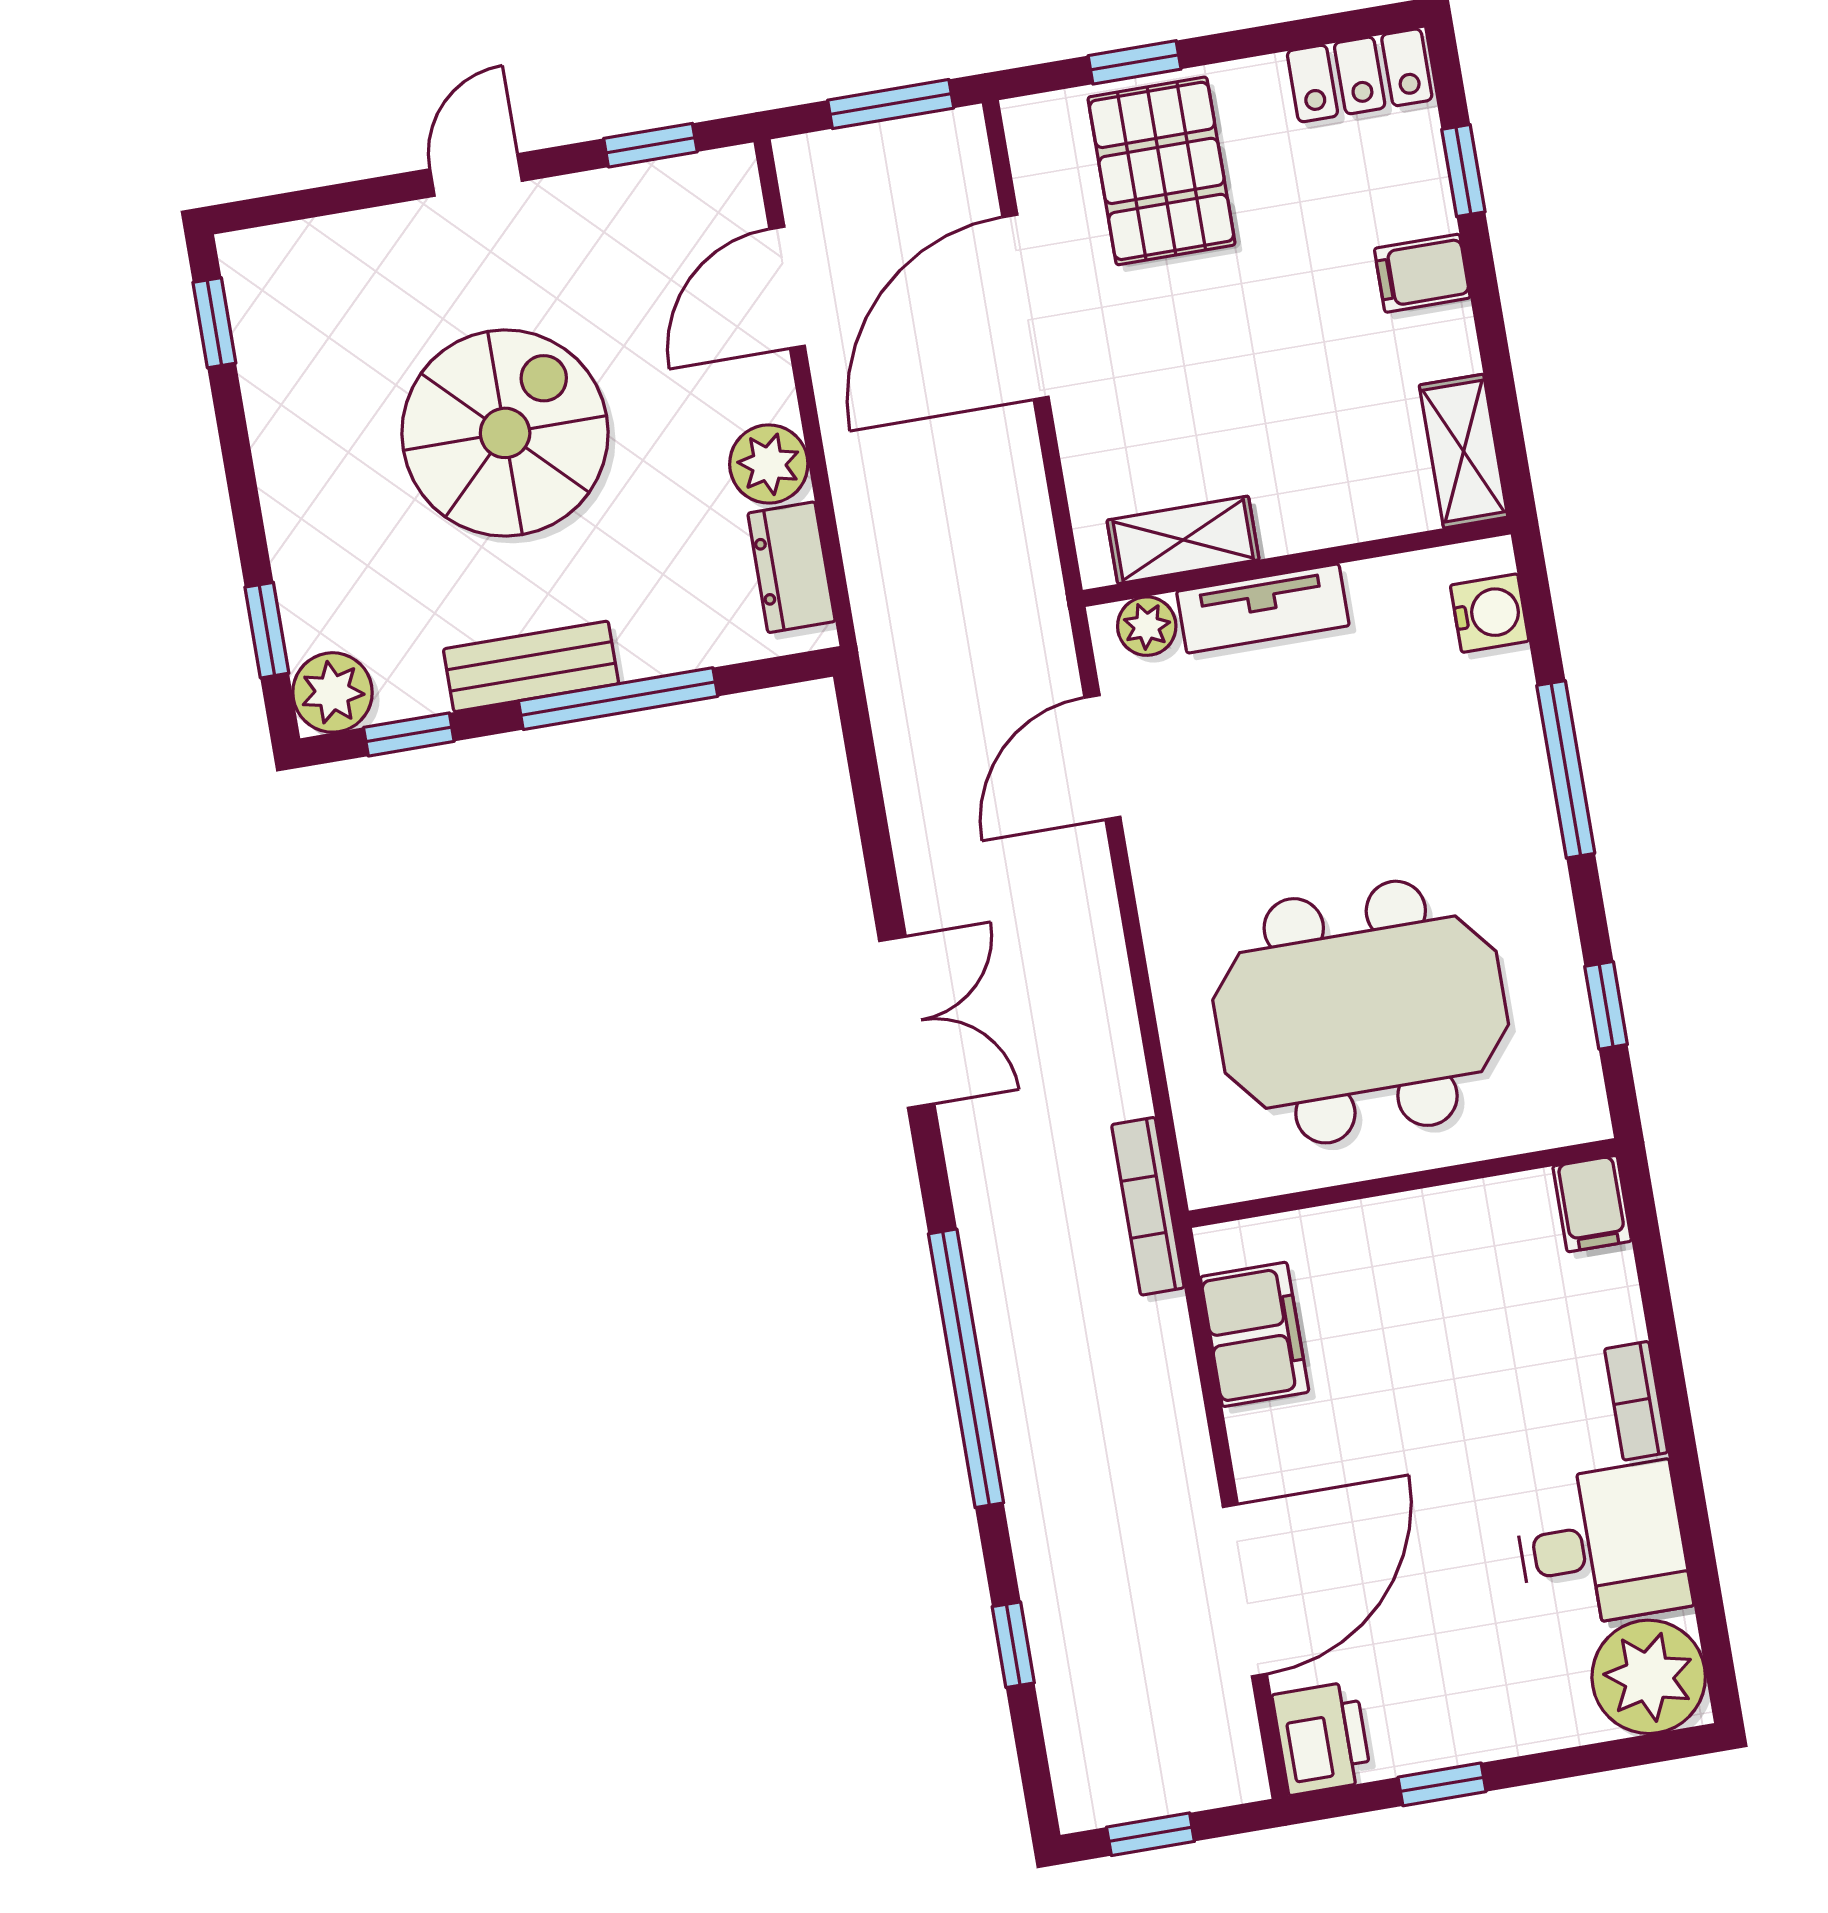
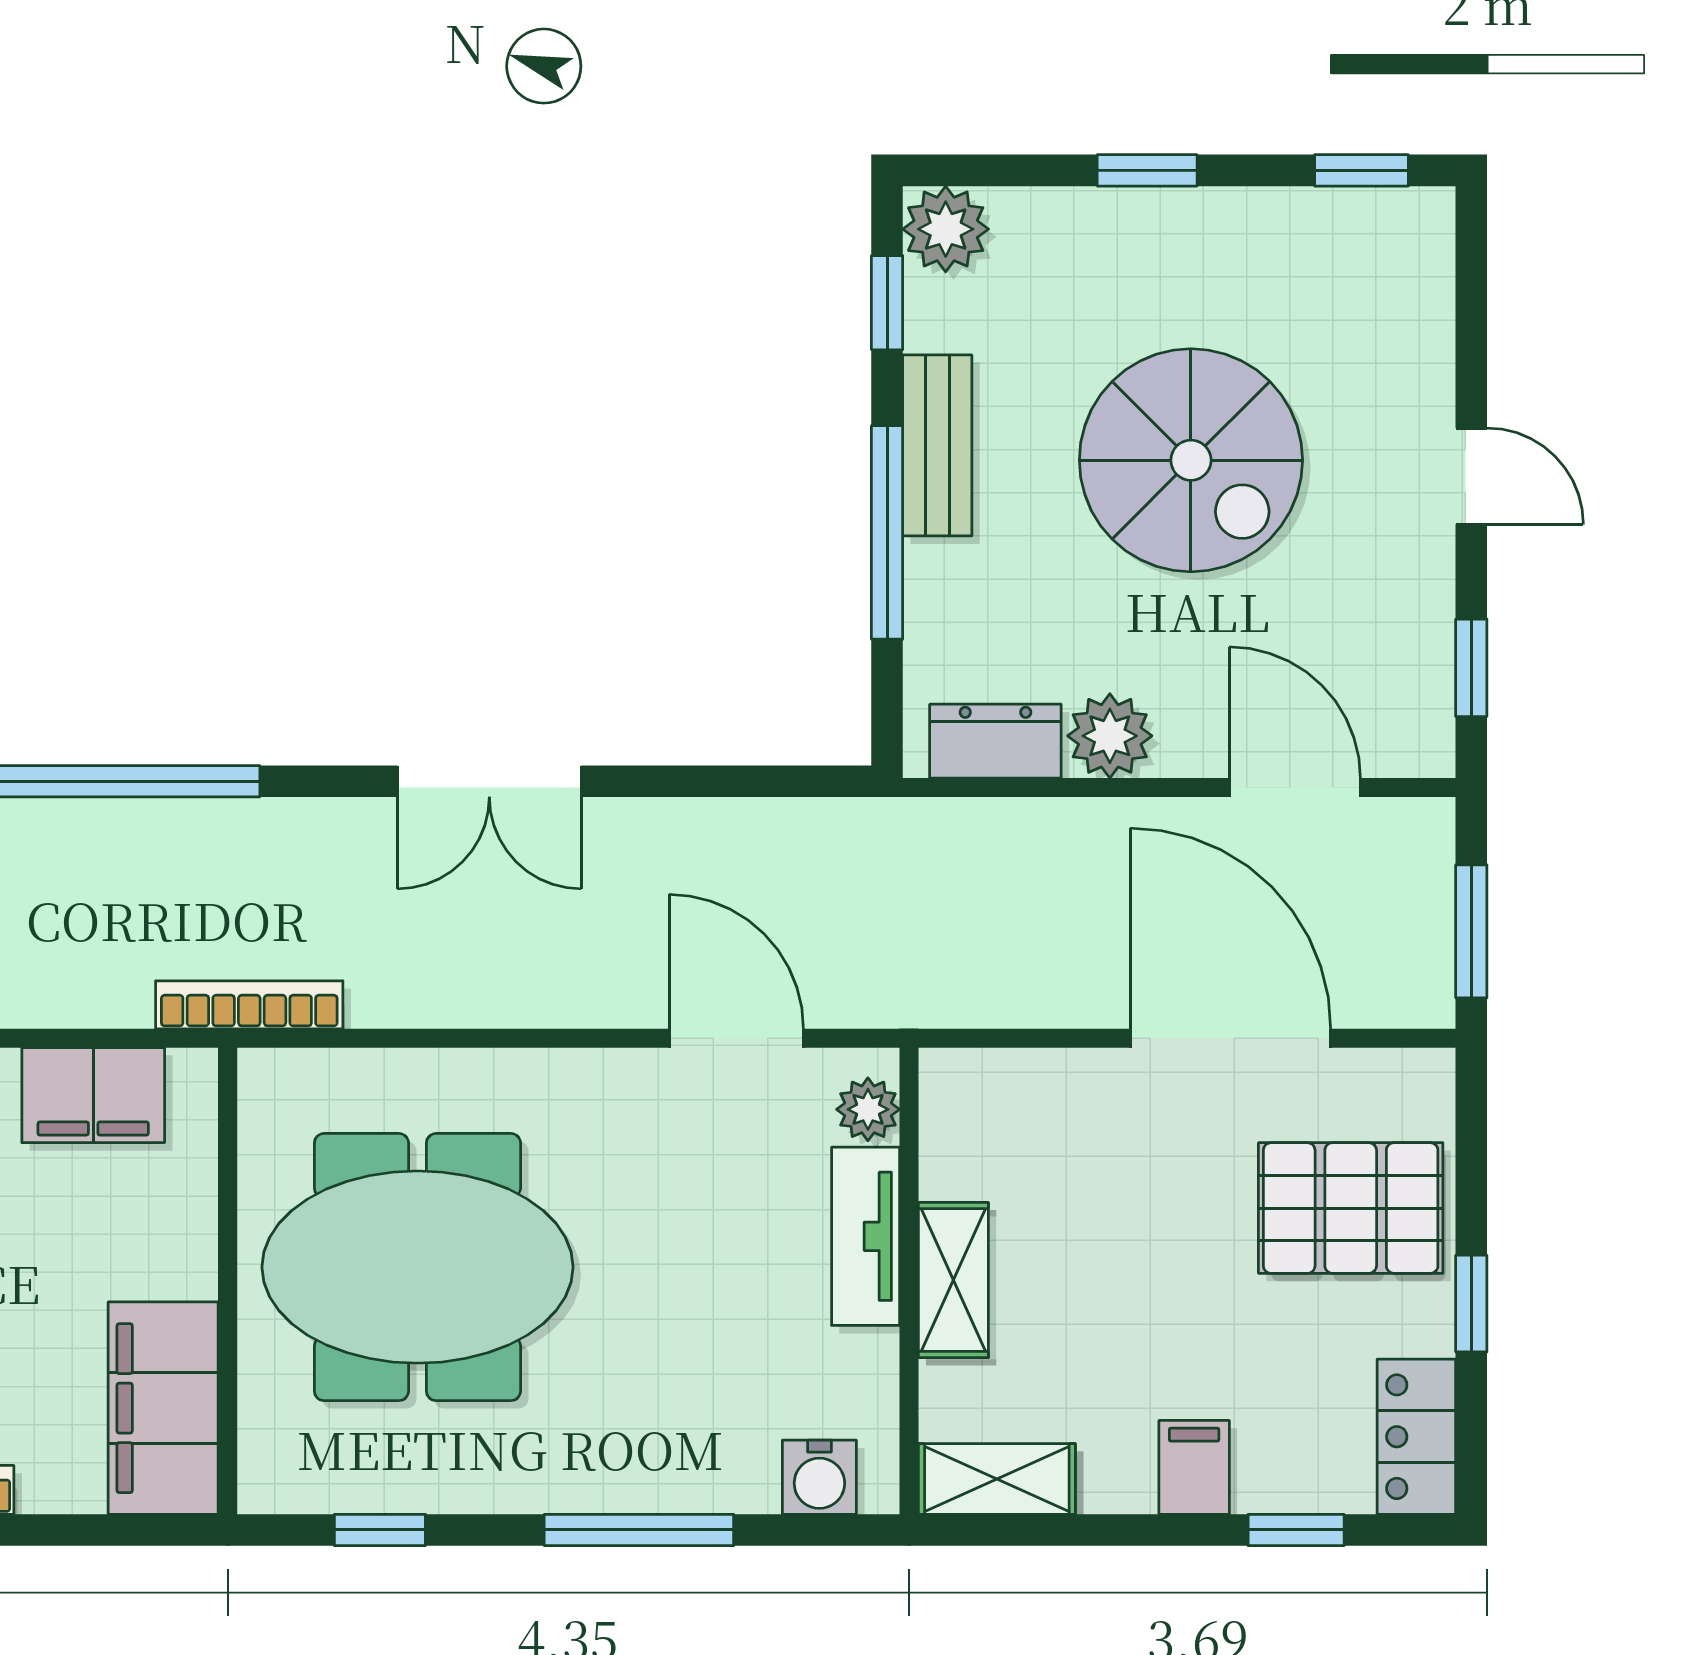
window: (1135, 62) -> (1471, 1304), moved
shelving: (1183, 540) -> (953, 1280), moved
window: (267, 630) -> (1147, 170), moved
meeting table: (1361, 1012) -> (417, 1267), turned 90
filing cabinet: (1592, 1204) -> (163, 1408), width x3.00, depth x1.17

